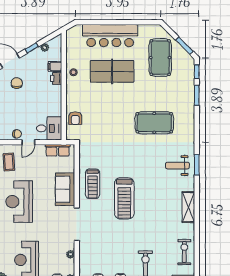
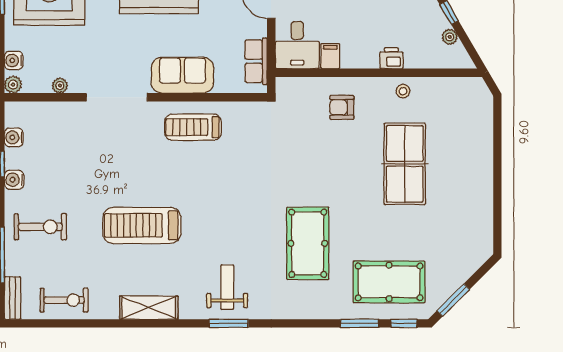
bar counter: (110, 36) -> (472, 160), removed
pool table: (160, 58) -> (389, 282), moved
filing cabinet: (55, 66) -> (330, 56), moved
armchair: (75, 118) -> (342, 107), moved
treadmill: (124, 198) -> (142, 225), moved

